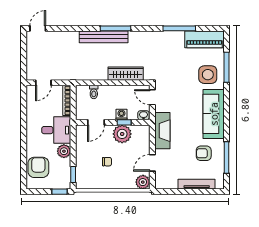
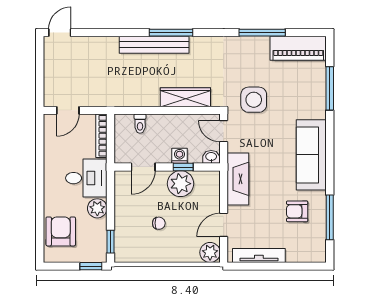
side table: (208, 75) -> (254, 100), moved
tv unit: (197, 184) -> (259, 255), moved

